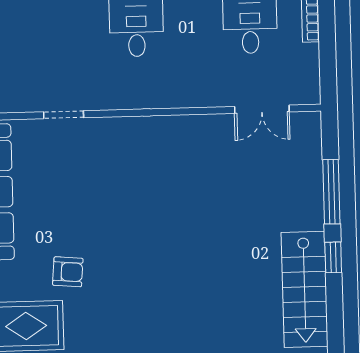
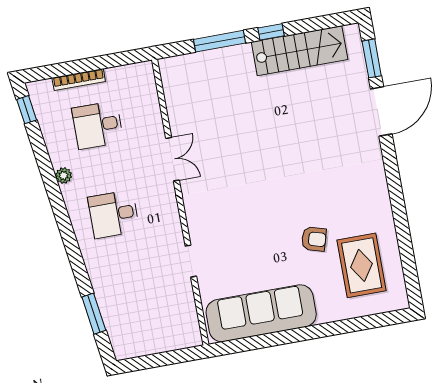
double door: (262, 109) -> (173, 159), moved
armchair: (68, 272) -> (314, 239), turned 101

